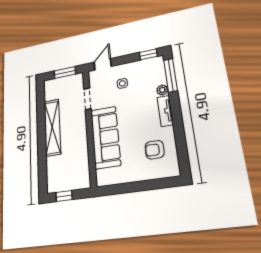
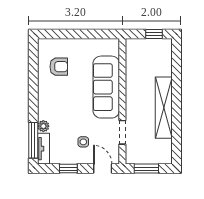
window: (148, 54) -> (68, 169), moved
door: (103, 64) -> (103, 169), swing flipped
tv unit: (165, 111) -> (43, 149), moved

